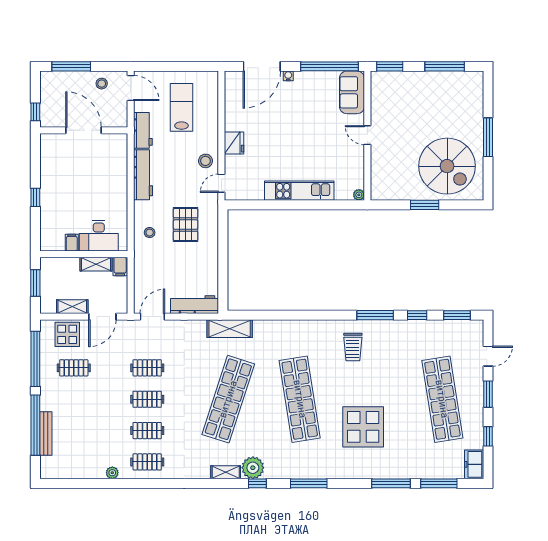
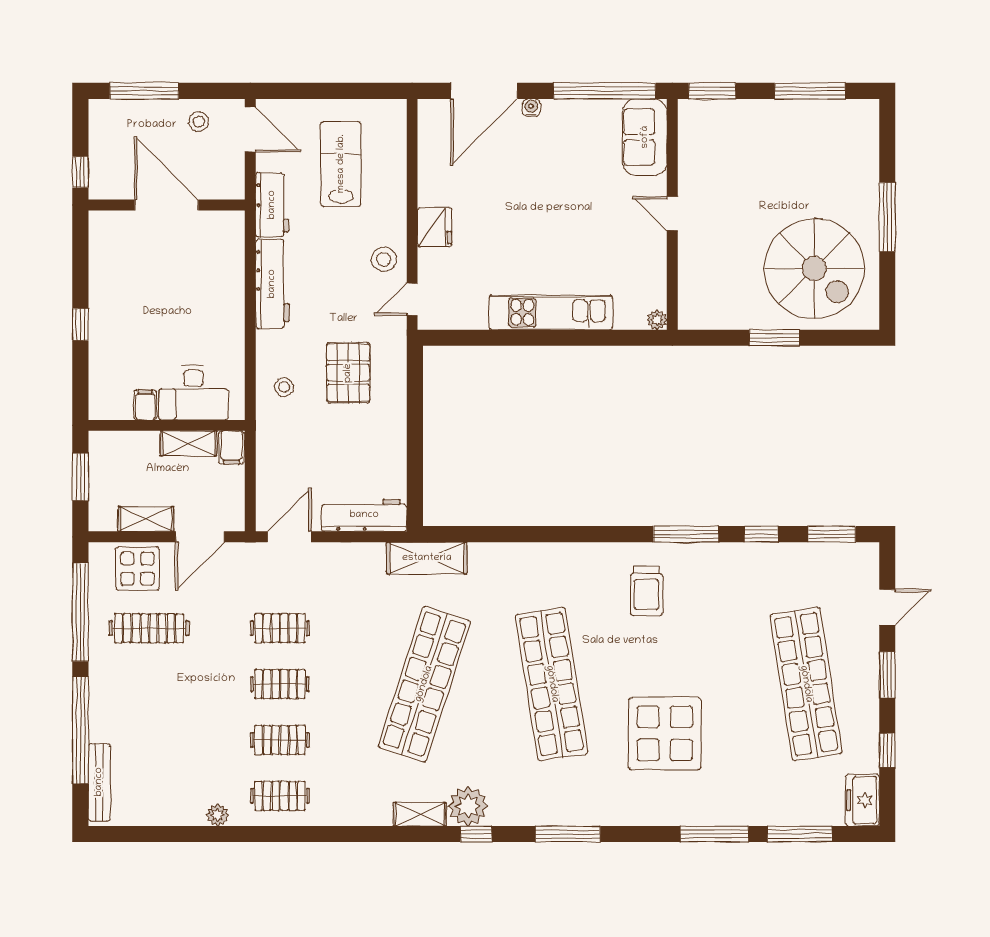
clothes rail: (74, 368) -> (149, 628), width x1.36
bench: (46, 433) -> (99, 782), moved

